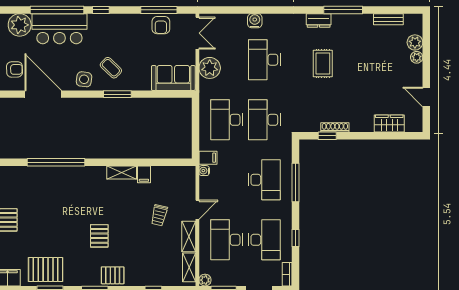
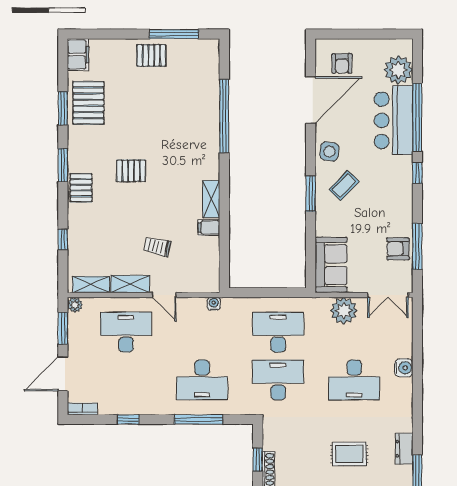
desk: (264, 60) -> (354, 380), turned 180
filing cabinet: (208, 158) -> (230, 308), removed
desk: (264, 240) -> (126, 380), removed

